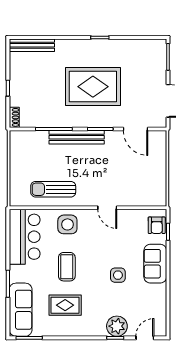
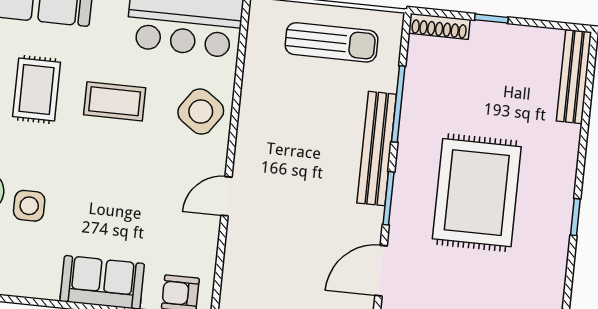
shoe rack: (14, 117) -> (439, 26), width x1.43
sun lounger: (53, 189) -> (332, 42), moved, turned 90
side table: (67, 224) -> (201, 112), turned 35
side table: (118, 275) -> (29, 206), moved

